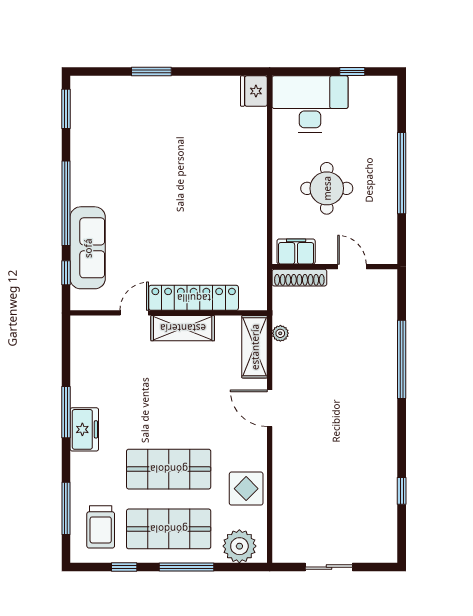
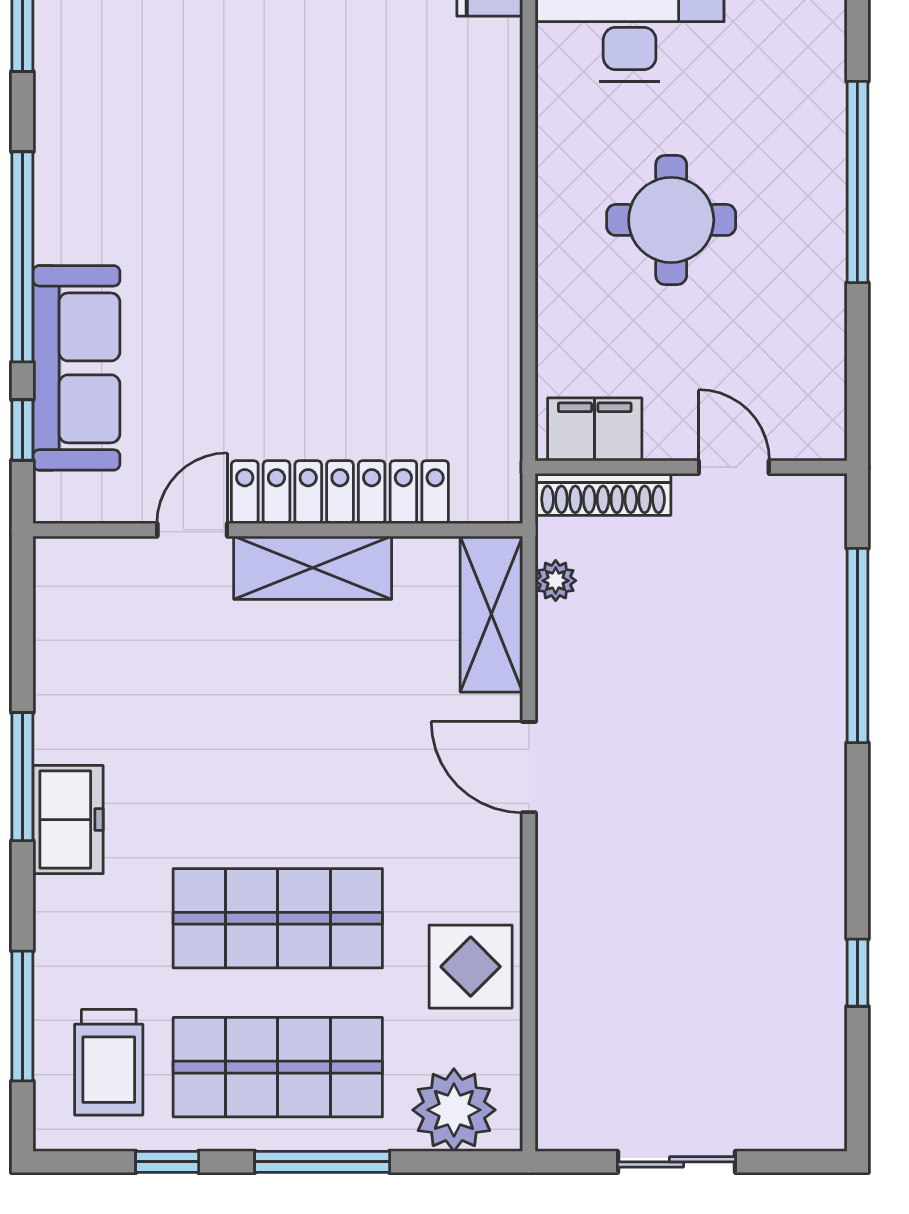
filing cabinet: (296, 252) -> (595, 429), moved
wall: (335, 267) -> (691, 467), moved
door: (352, 267) -> (734, 467), moved
shoe rack: (299, 278) -> (603, 494), moved

